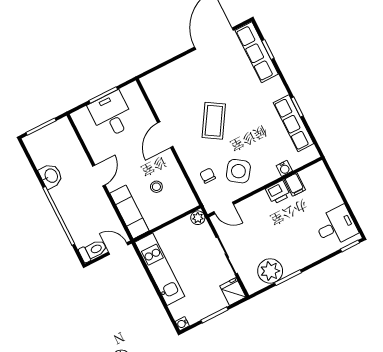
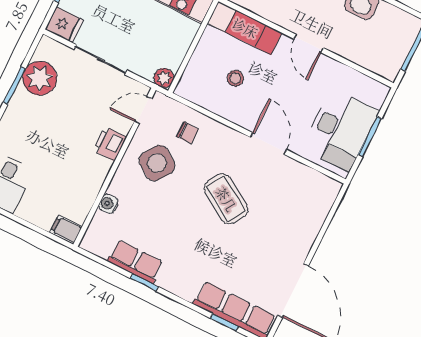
desk: (111, 115) -> (341, 130), width x1.37
row of seats: (294, 123) -> (135, 262), width x0.68
filing cabinet: (295, 185) -> (66, 230), moved
printer: (278, 192) -> (110, 144), moved

